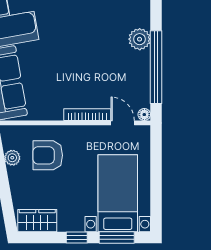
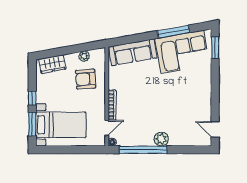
armchair: (48, 155) -> (86, 79), turned -94
wardrobe: (37, 221) -> (52, 64), moved, turned 80

